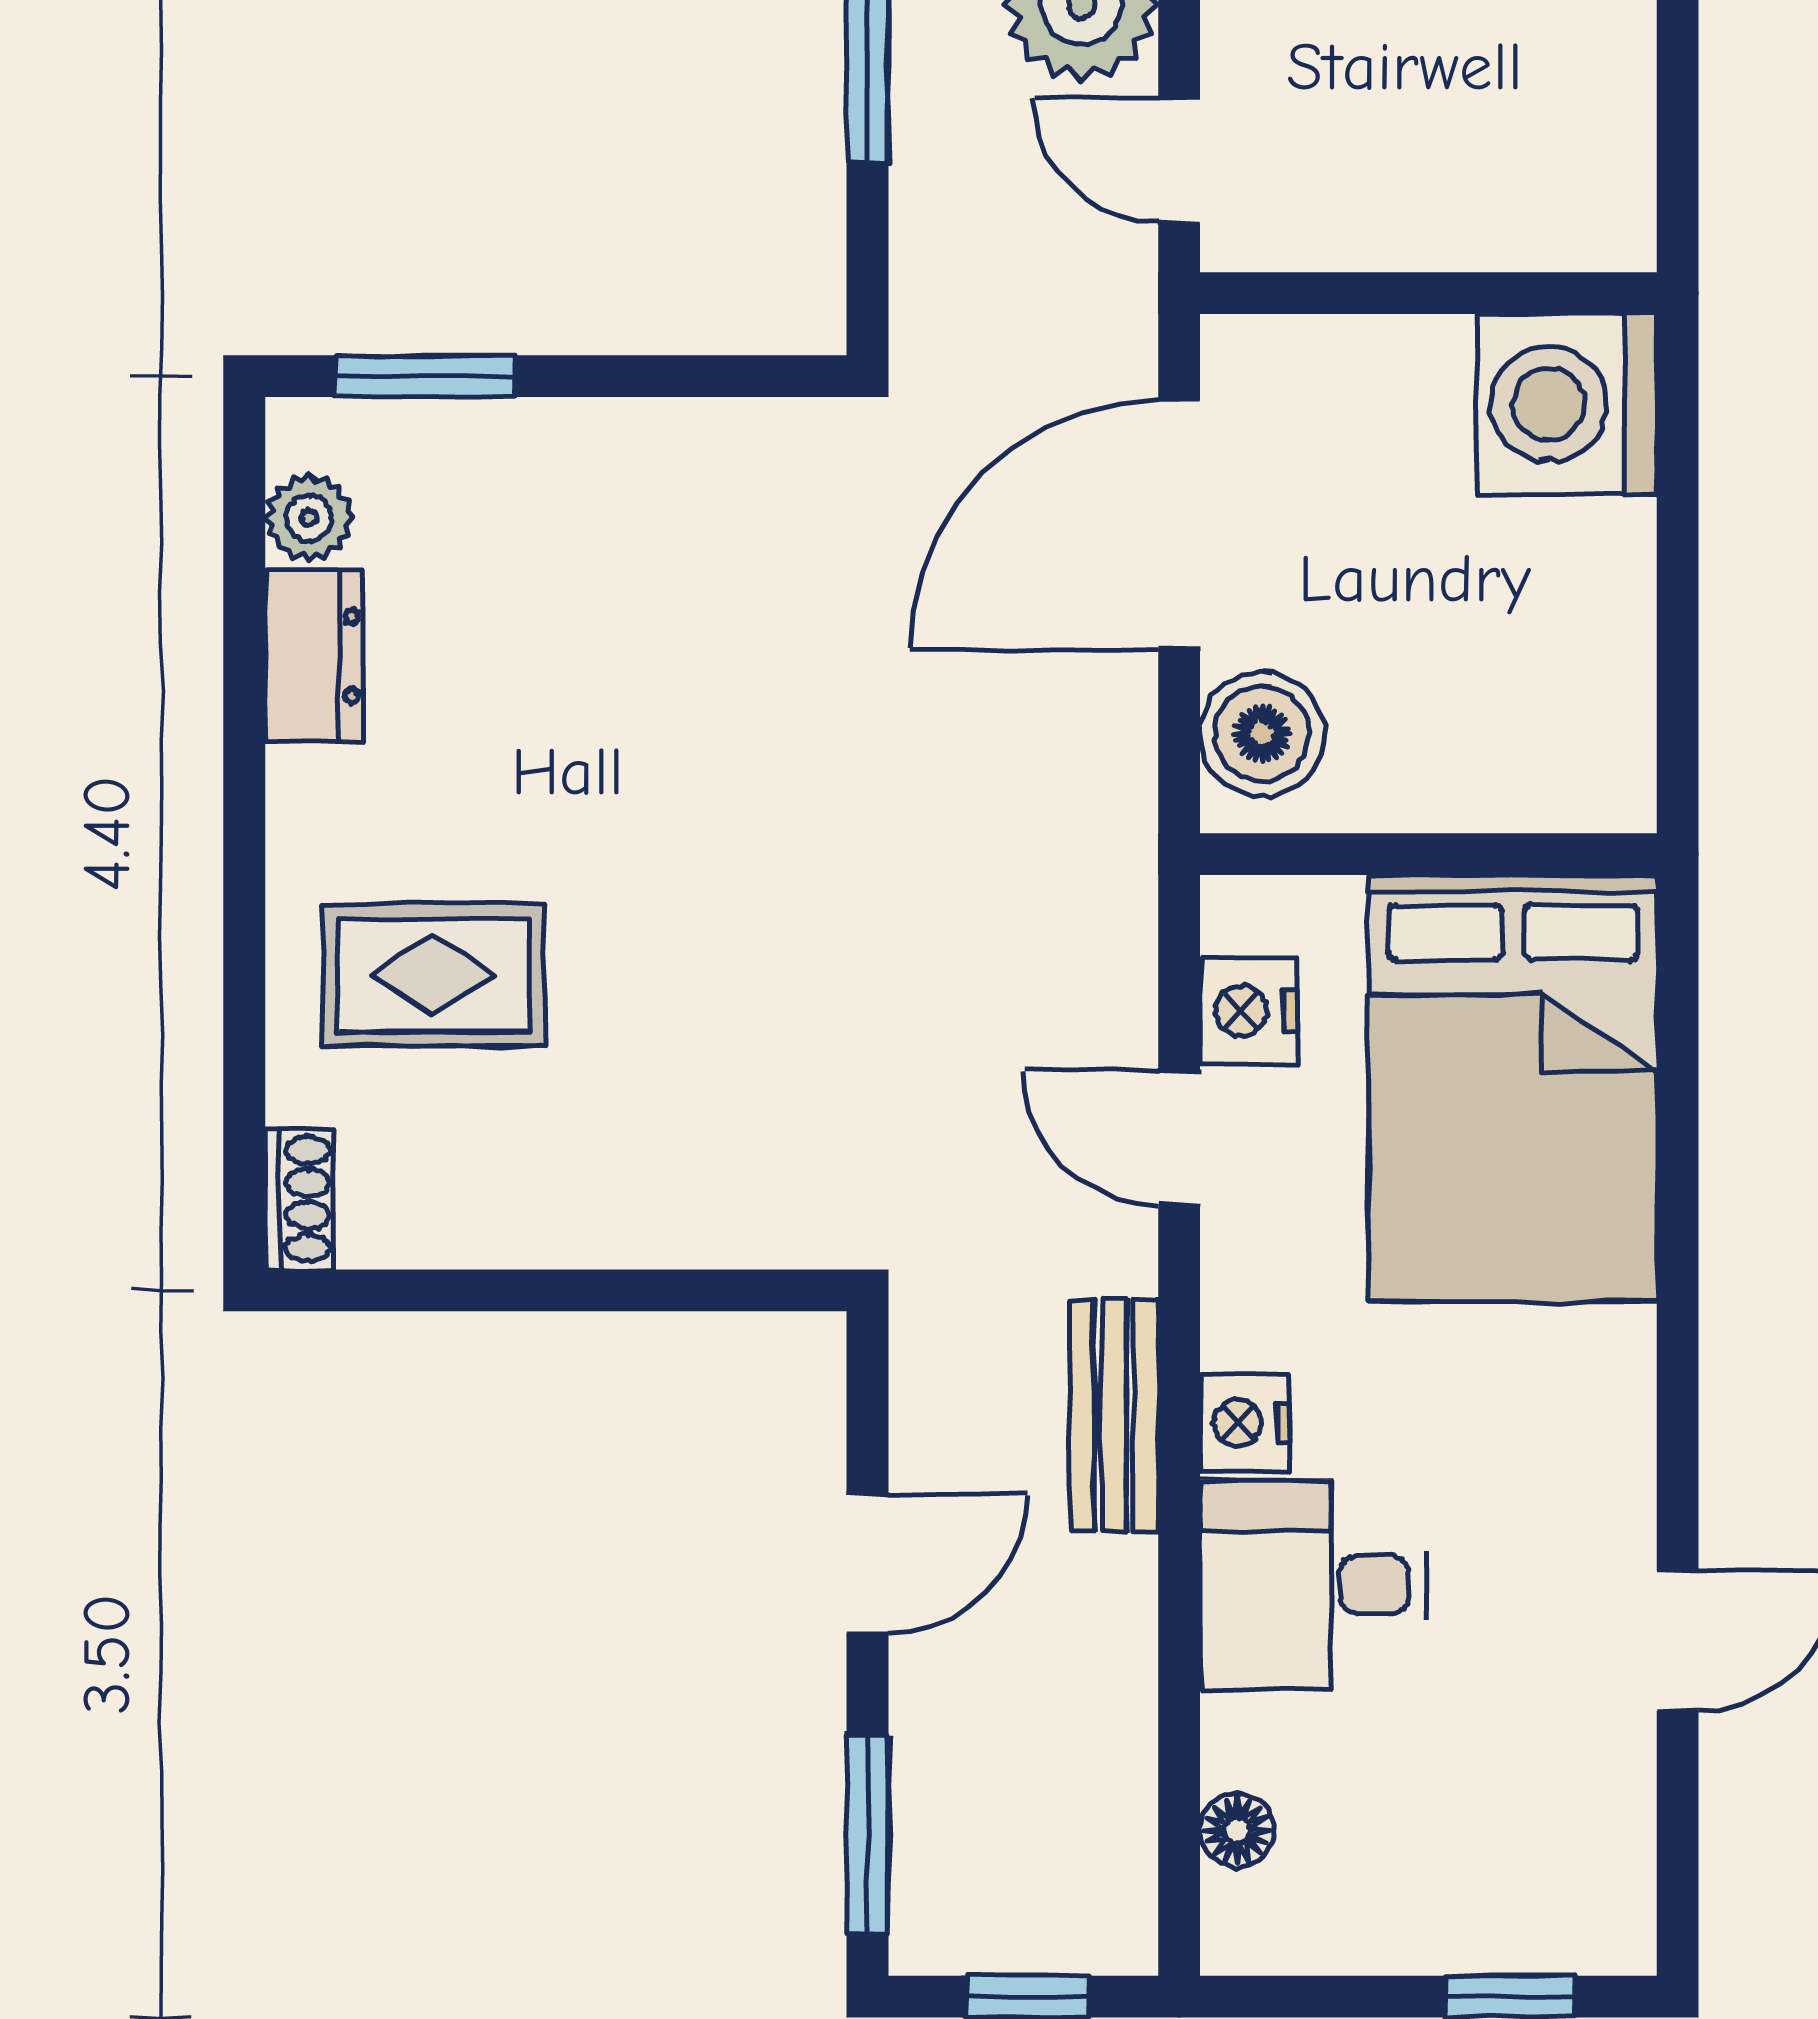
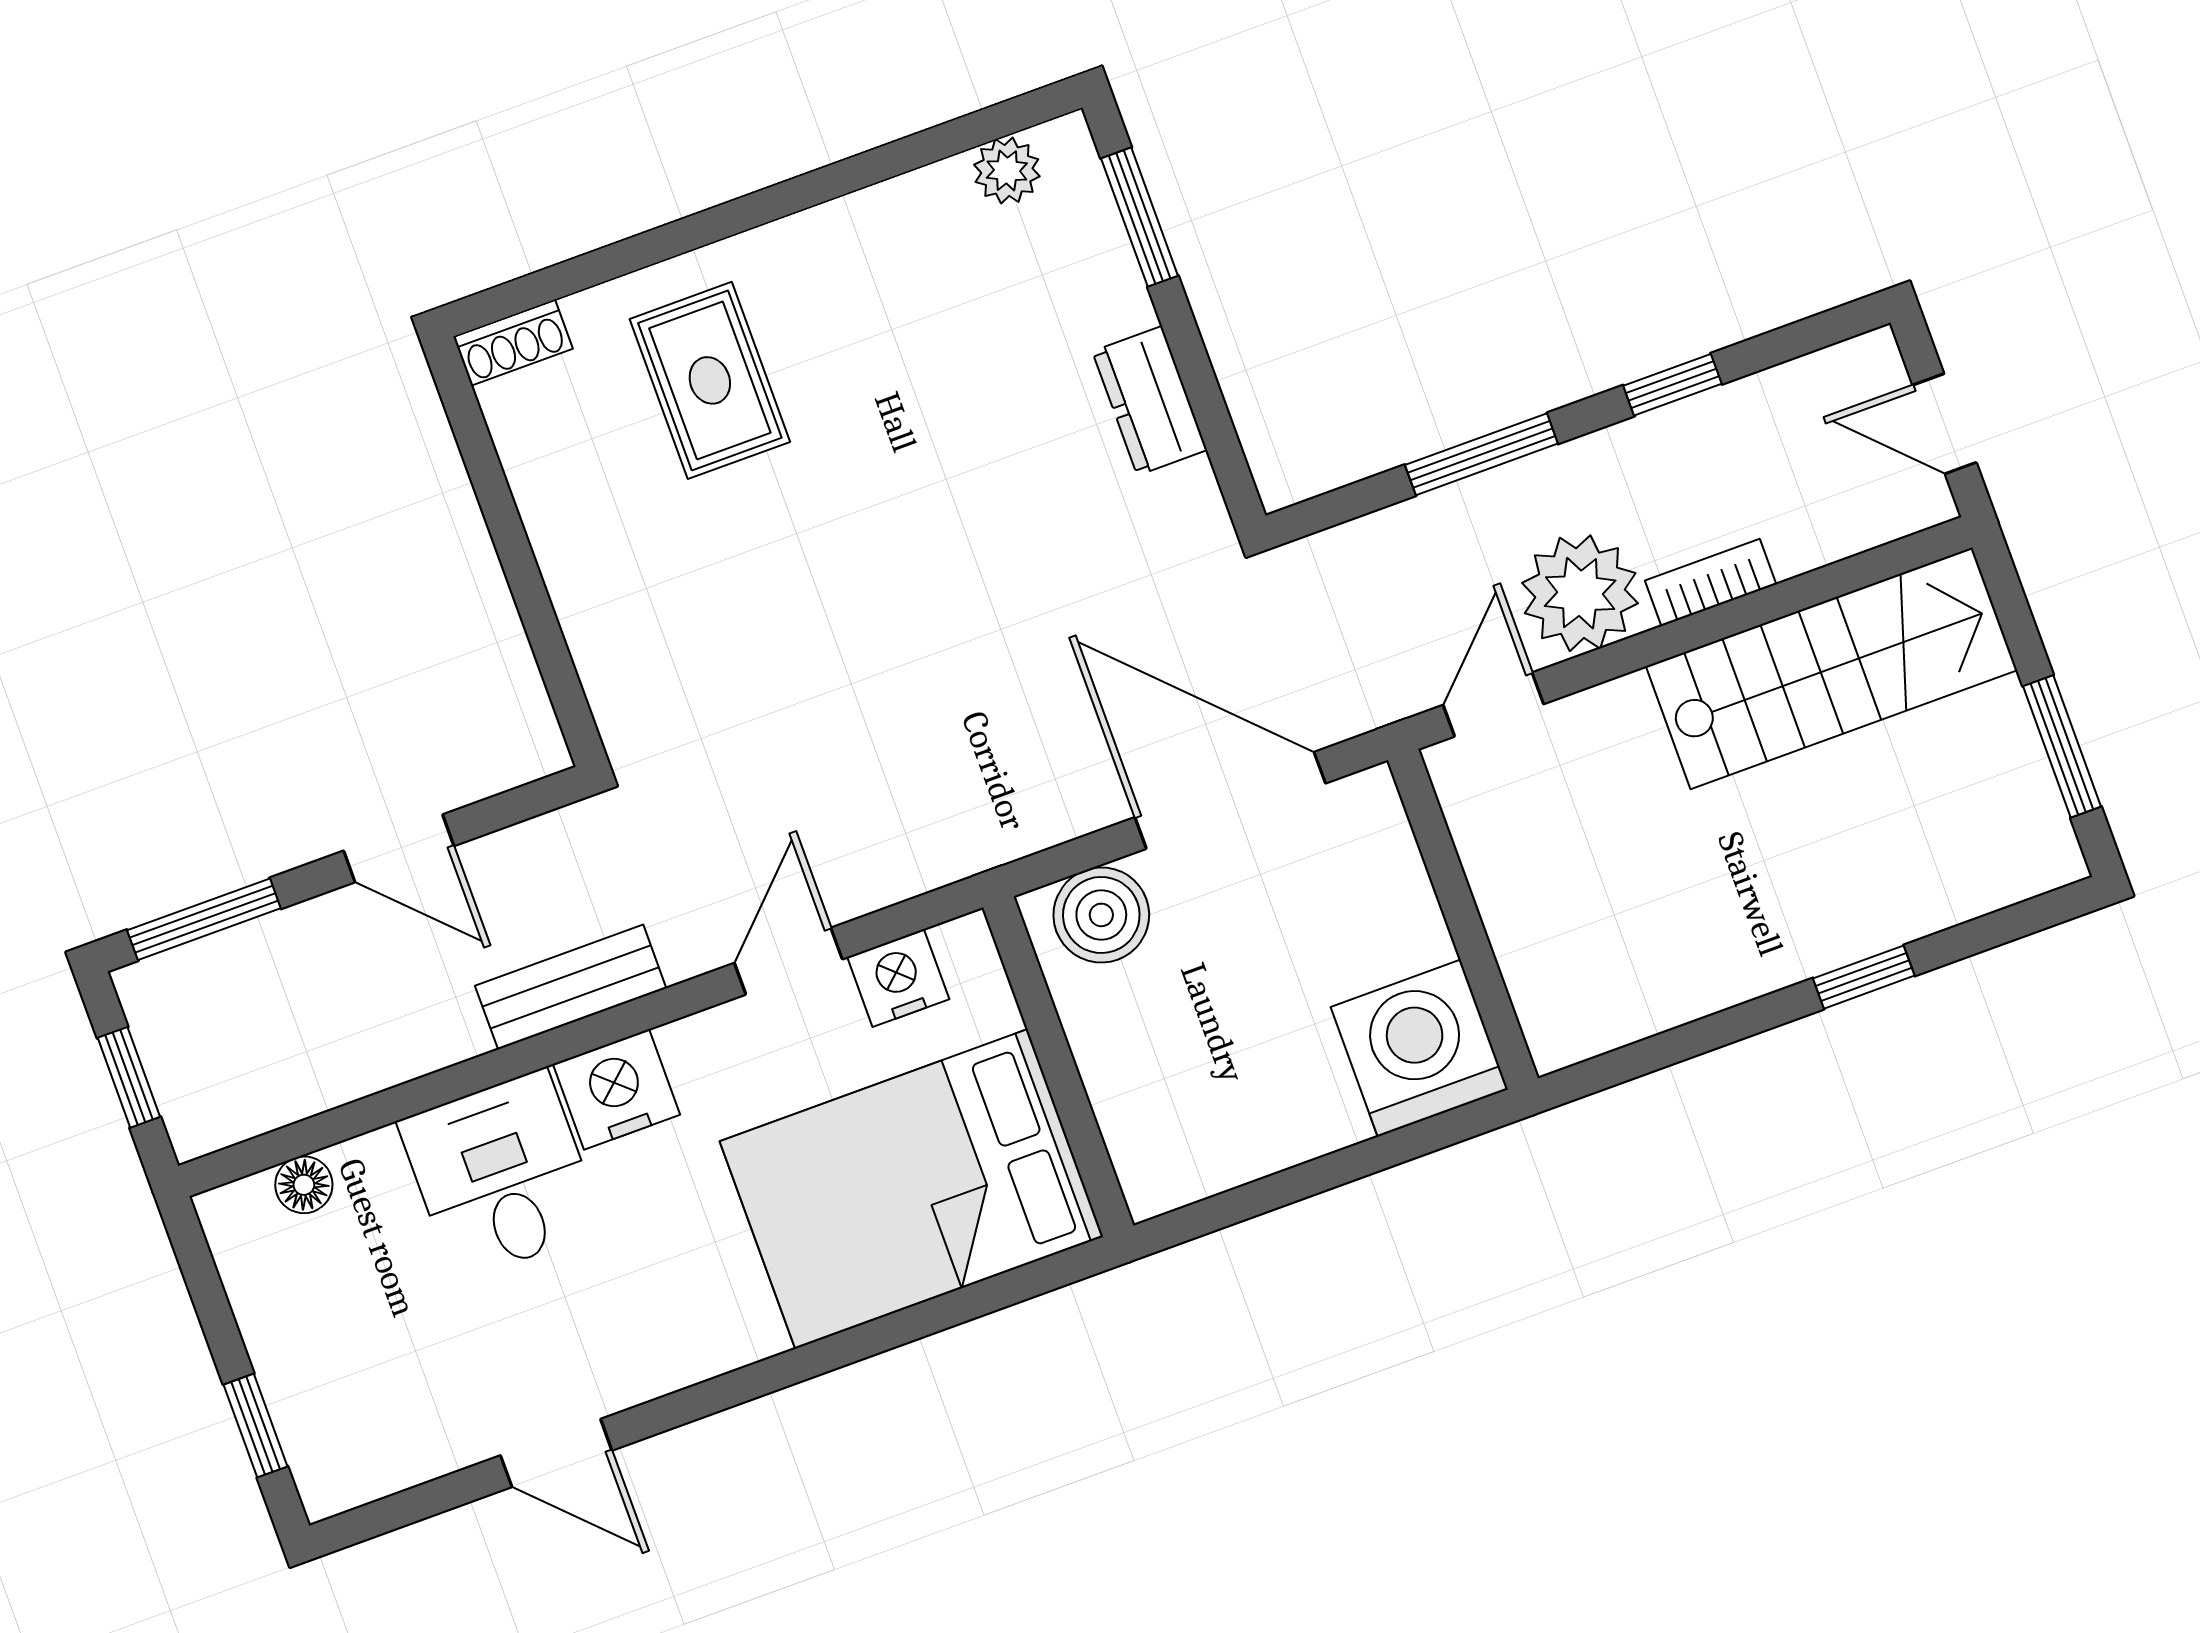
dresser: (314, 656) -> (1150, 401), moved, turned 90
nightstand: (1245, 1423) -> (616, 1089), width x1.36, depth x1.33

